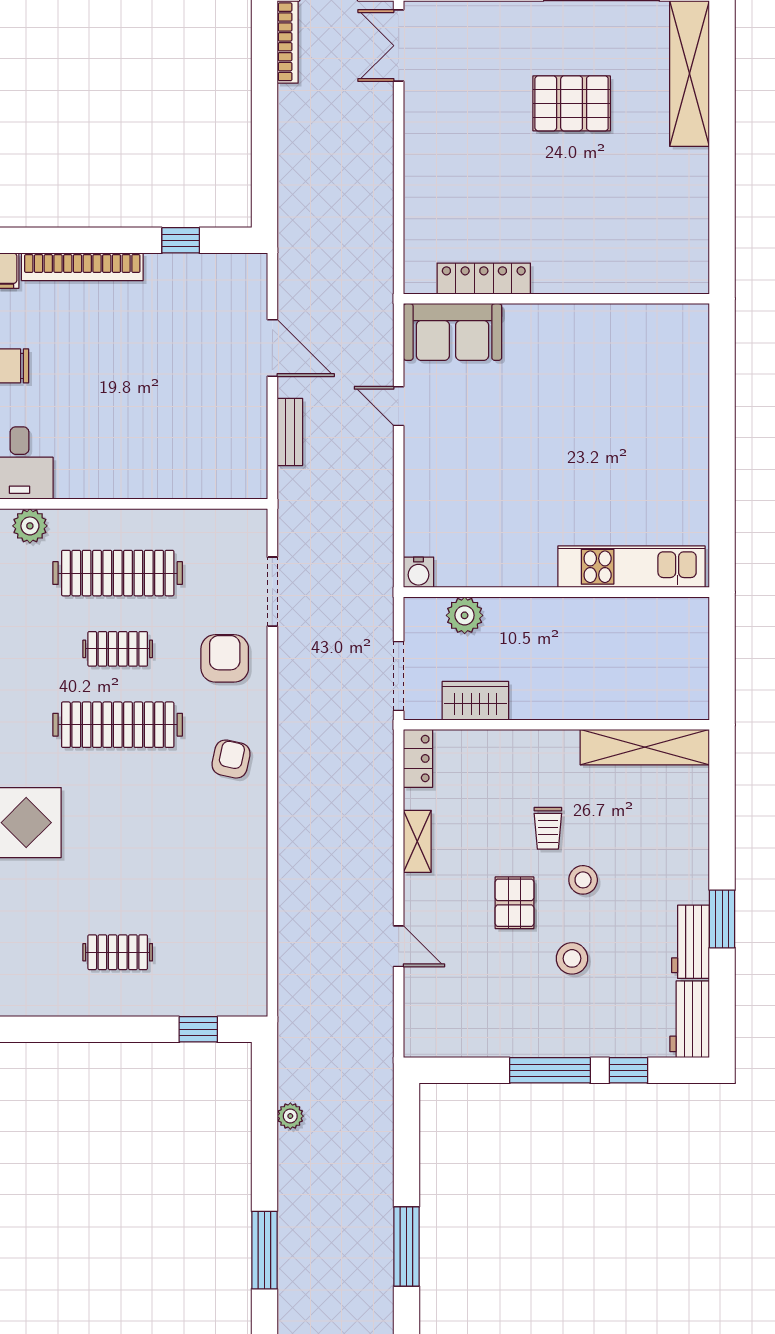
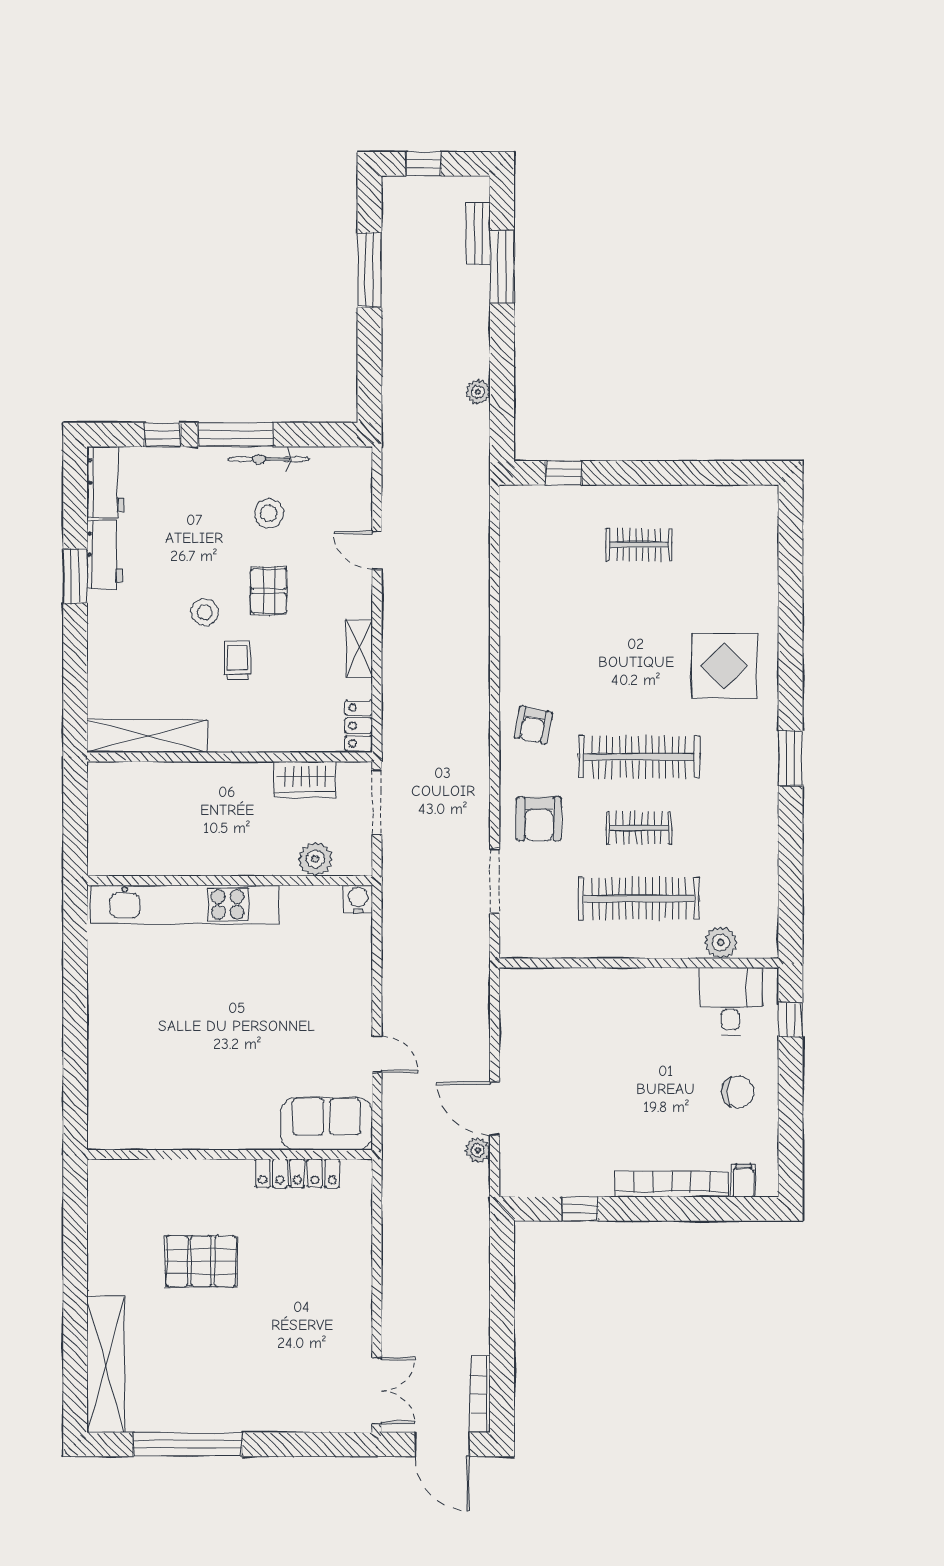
pallet: (572, 103) -> (201, 1261), moved
plant: (290, 303) -> (478, 1150), added
bench: (290, 432) -> (478, 234), moved
kitchen unit: (631, 567) -> (185, 904), width x1.36
stool: (572, 958) -> (269, 513), moved
bicycle: (515, 1044) -> (269, 459), added

